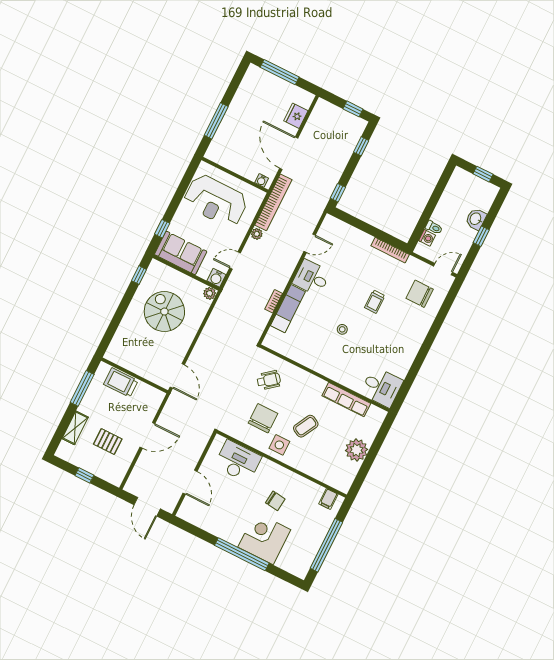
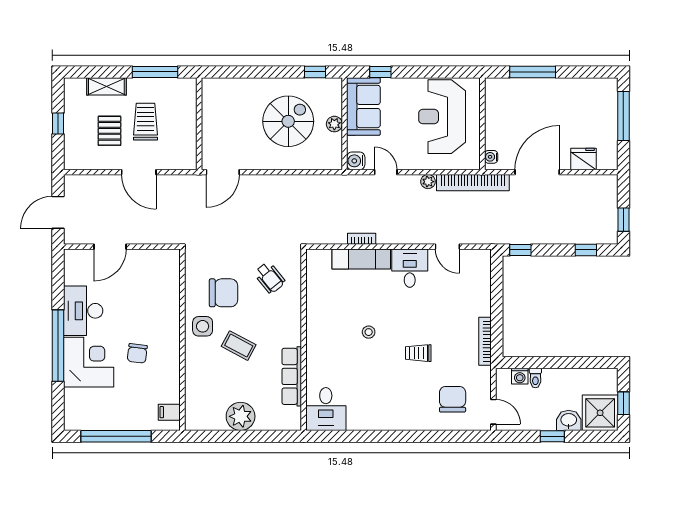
shower: (482, 194) -> (600, 413), added
plant: (210, 293) -> (334, 124), moved
trolley: (121, 382) -> (146, 122), moved
desk: (238, 461) -> (83, 311), moved, turned 180

